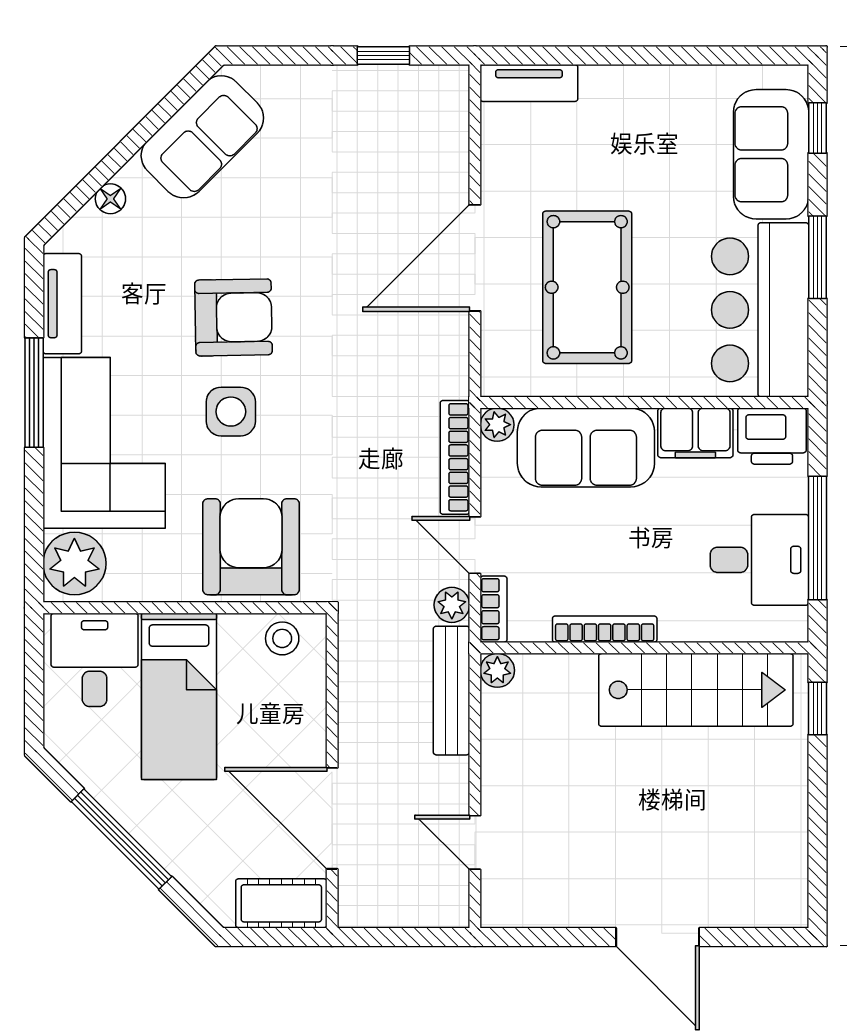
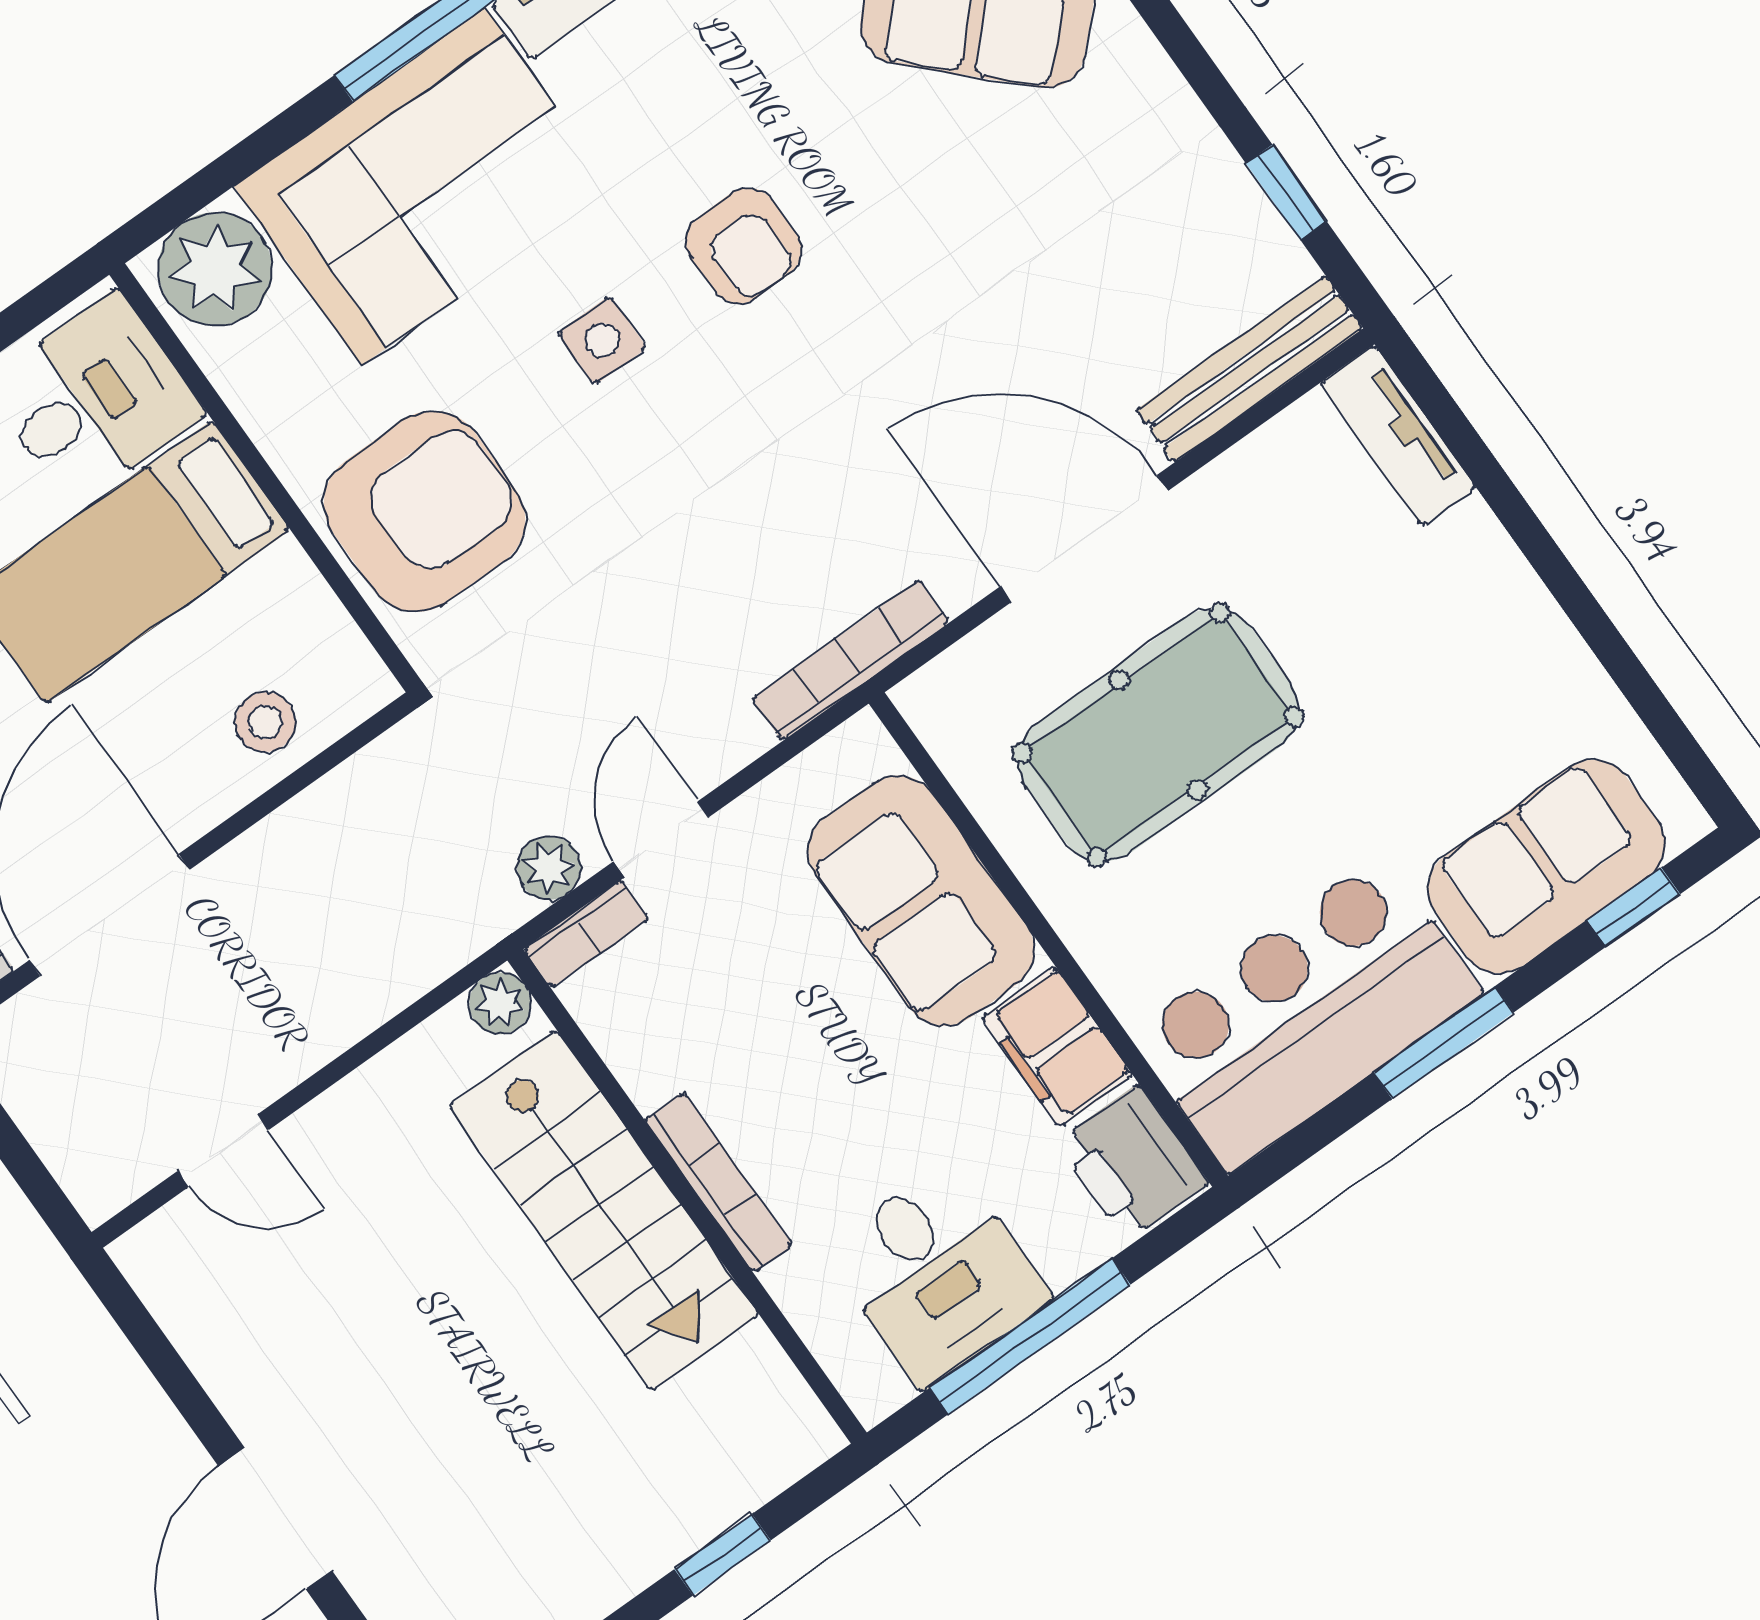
armchair: (233, 317) -> (744, 246), width x0.72, depth x0.72
side table: (231, 412) -> (602, 340), width x0.73, depth x0.73
plant: (497, 425) -> (862, 746), removed
bookcase: (455, 457) -> (851, 660), moved
bookcase: (605, 629) -> (719, 1182), moved
stool: (282, 638) -> (265, 722), moved
stairs: (696, 690) -> (604, 1210), moved
bench: (451, 691) -> (1249, 369), moved
window: (817, 708) -> (723, 1555), moved
door: (475, 842) -> (223, 1150), swing flipped

